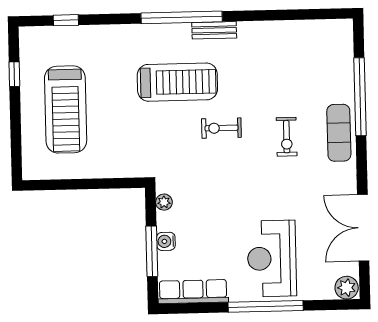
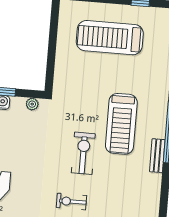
exercise bike: (221, 128) -> (83, 153), width x1.38, depth x1.39

